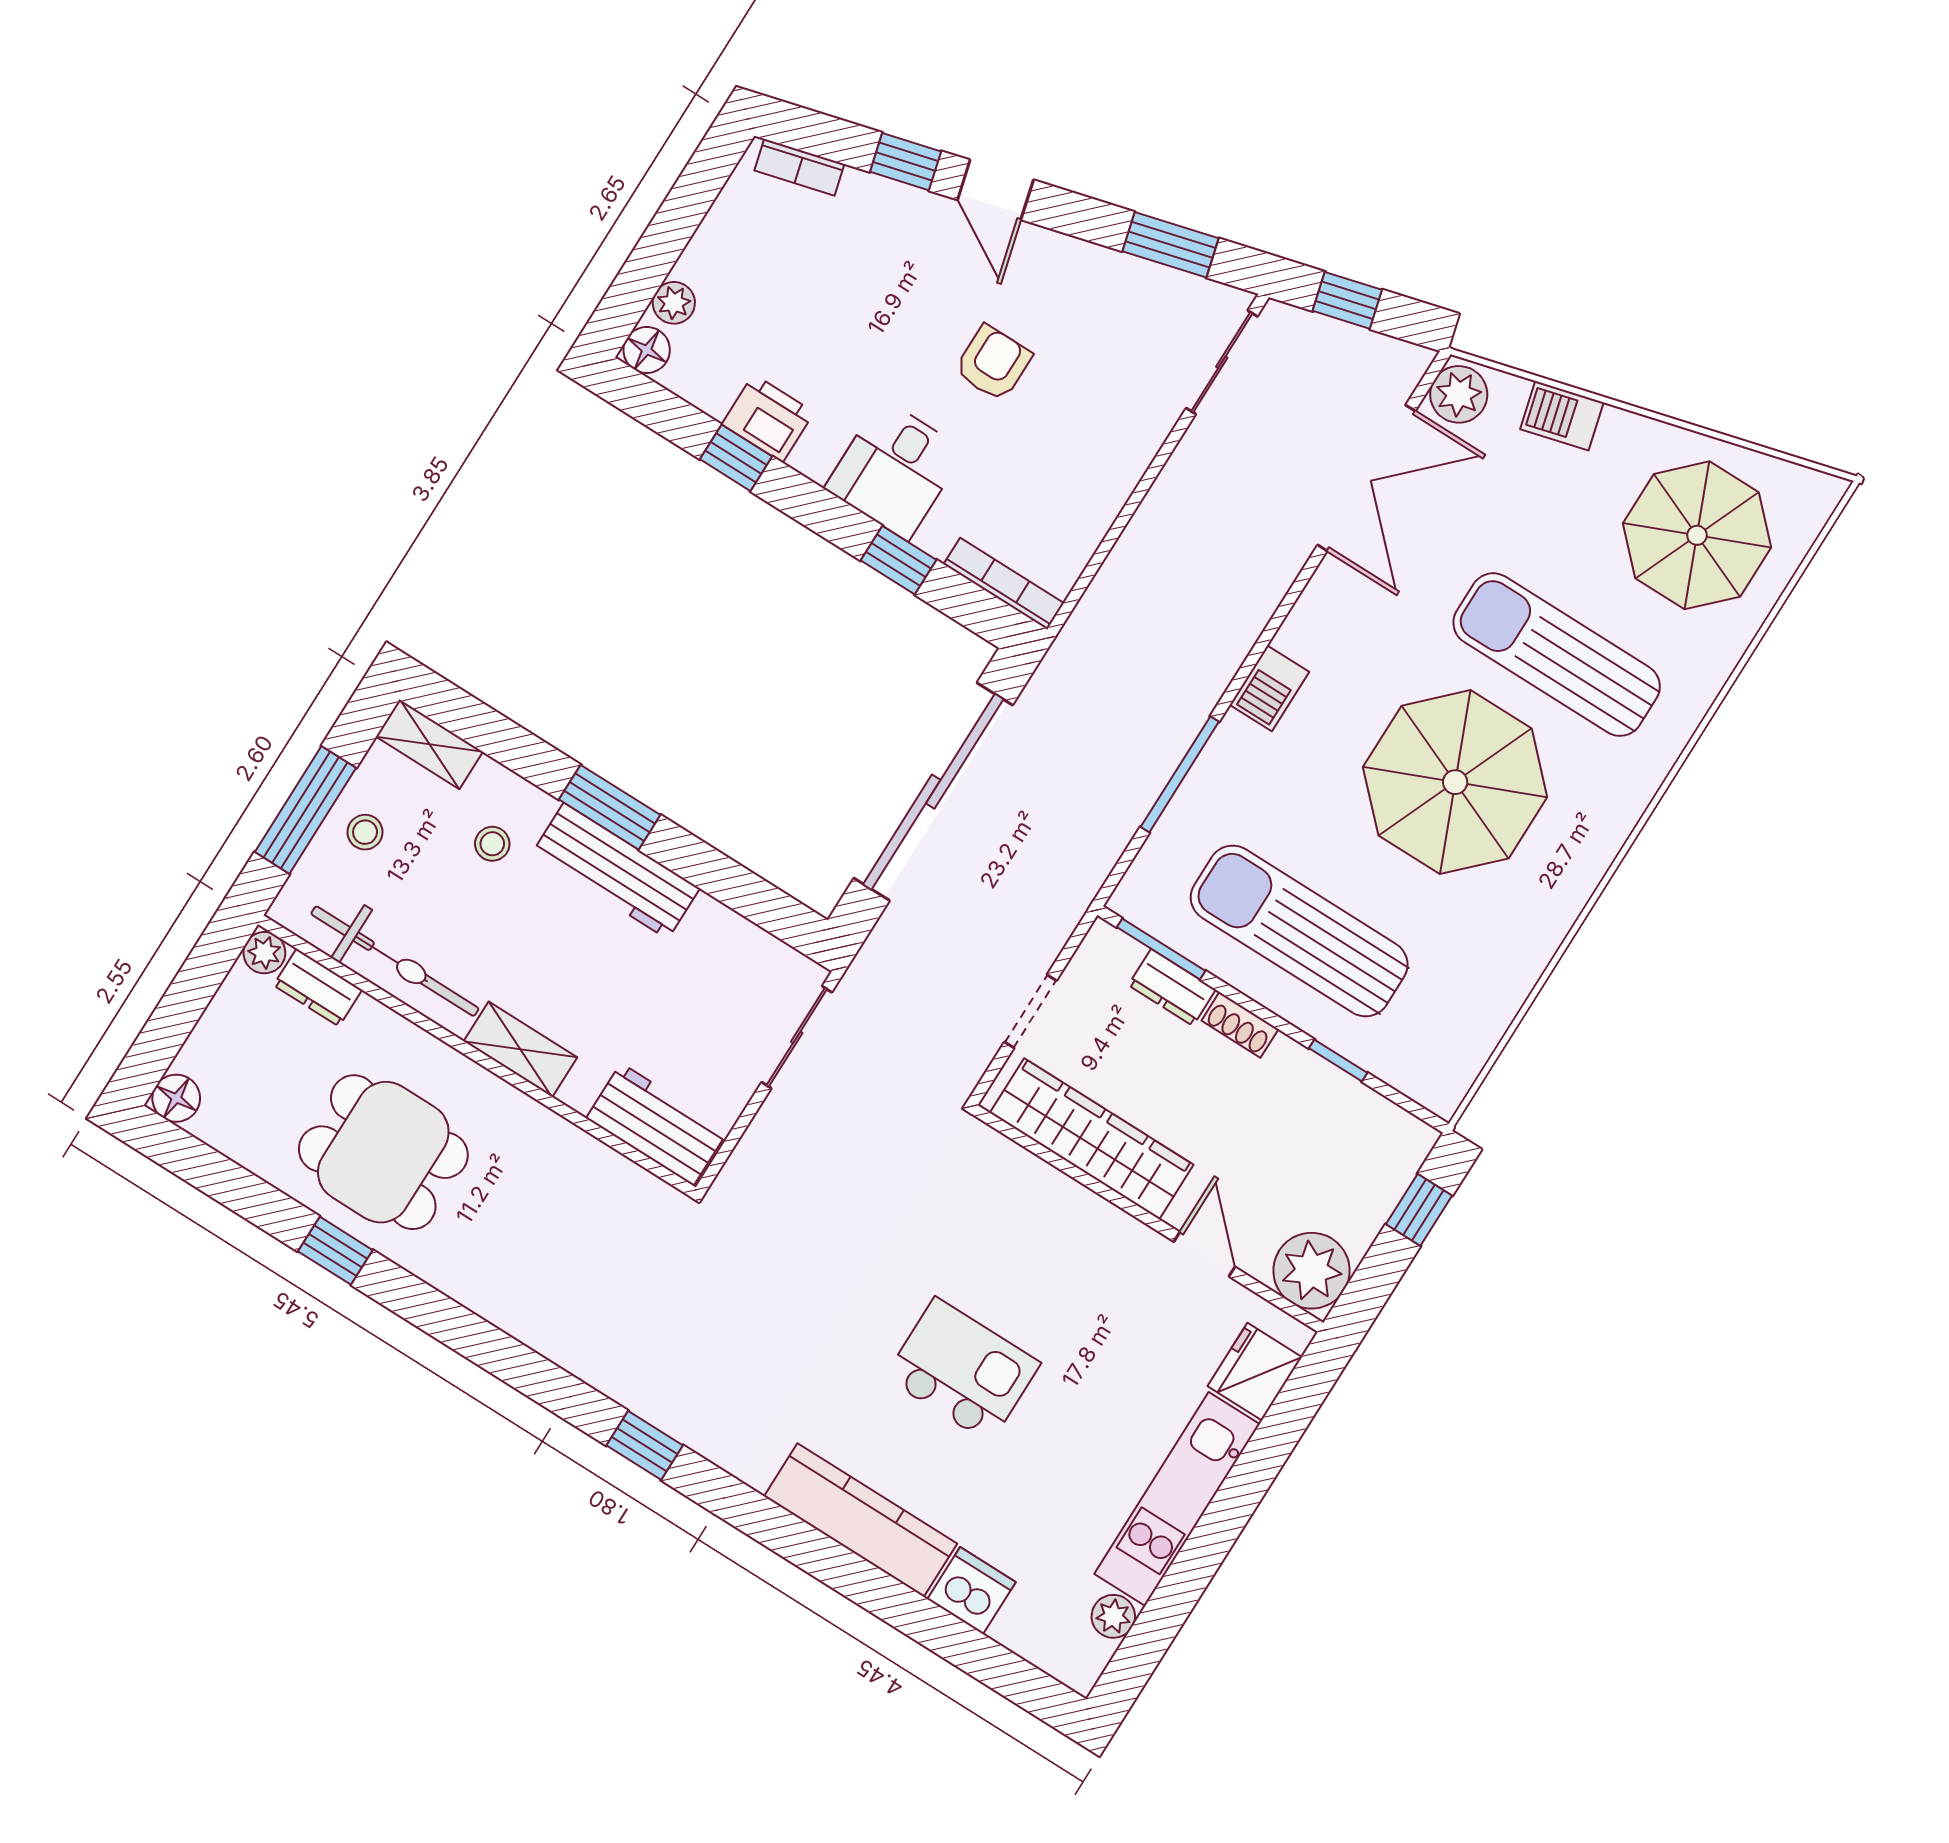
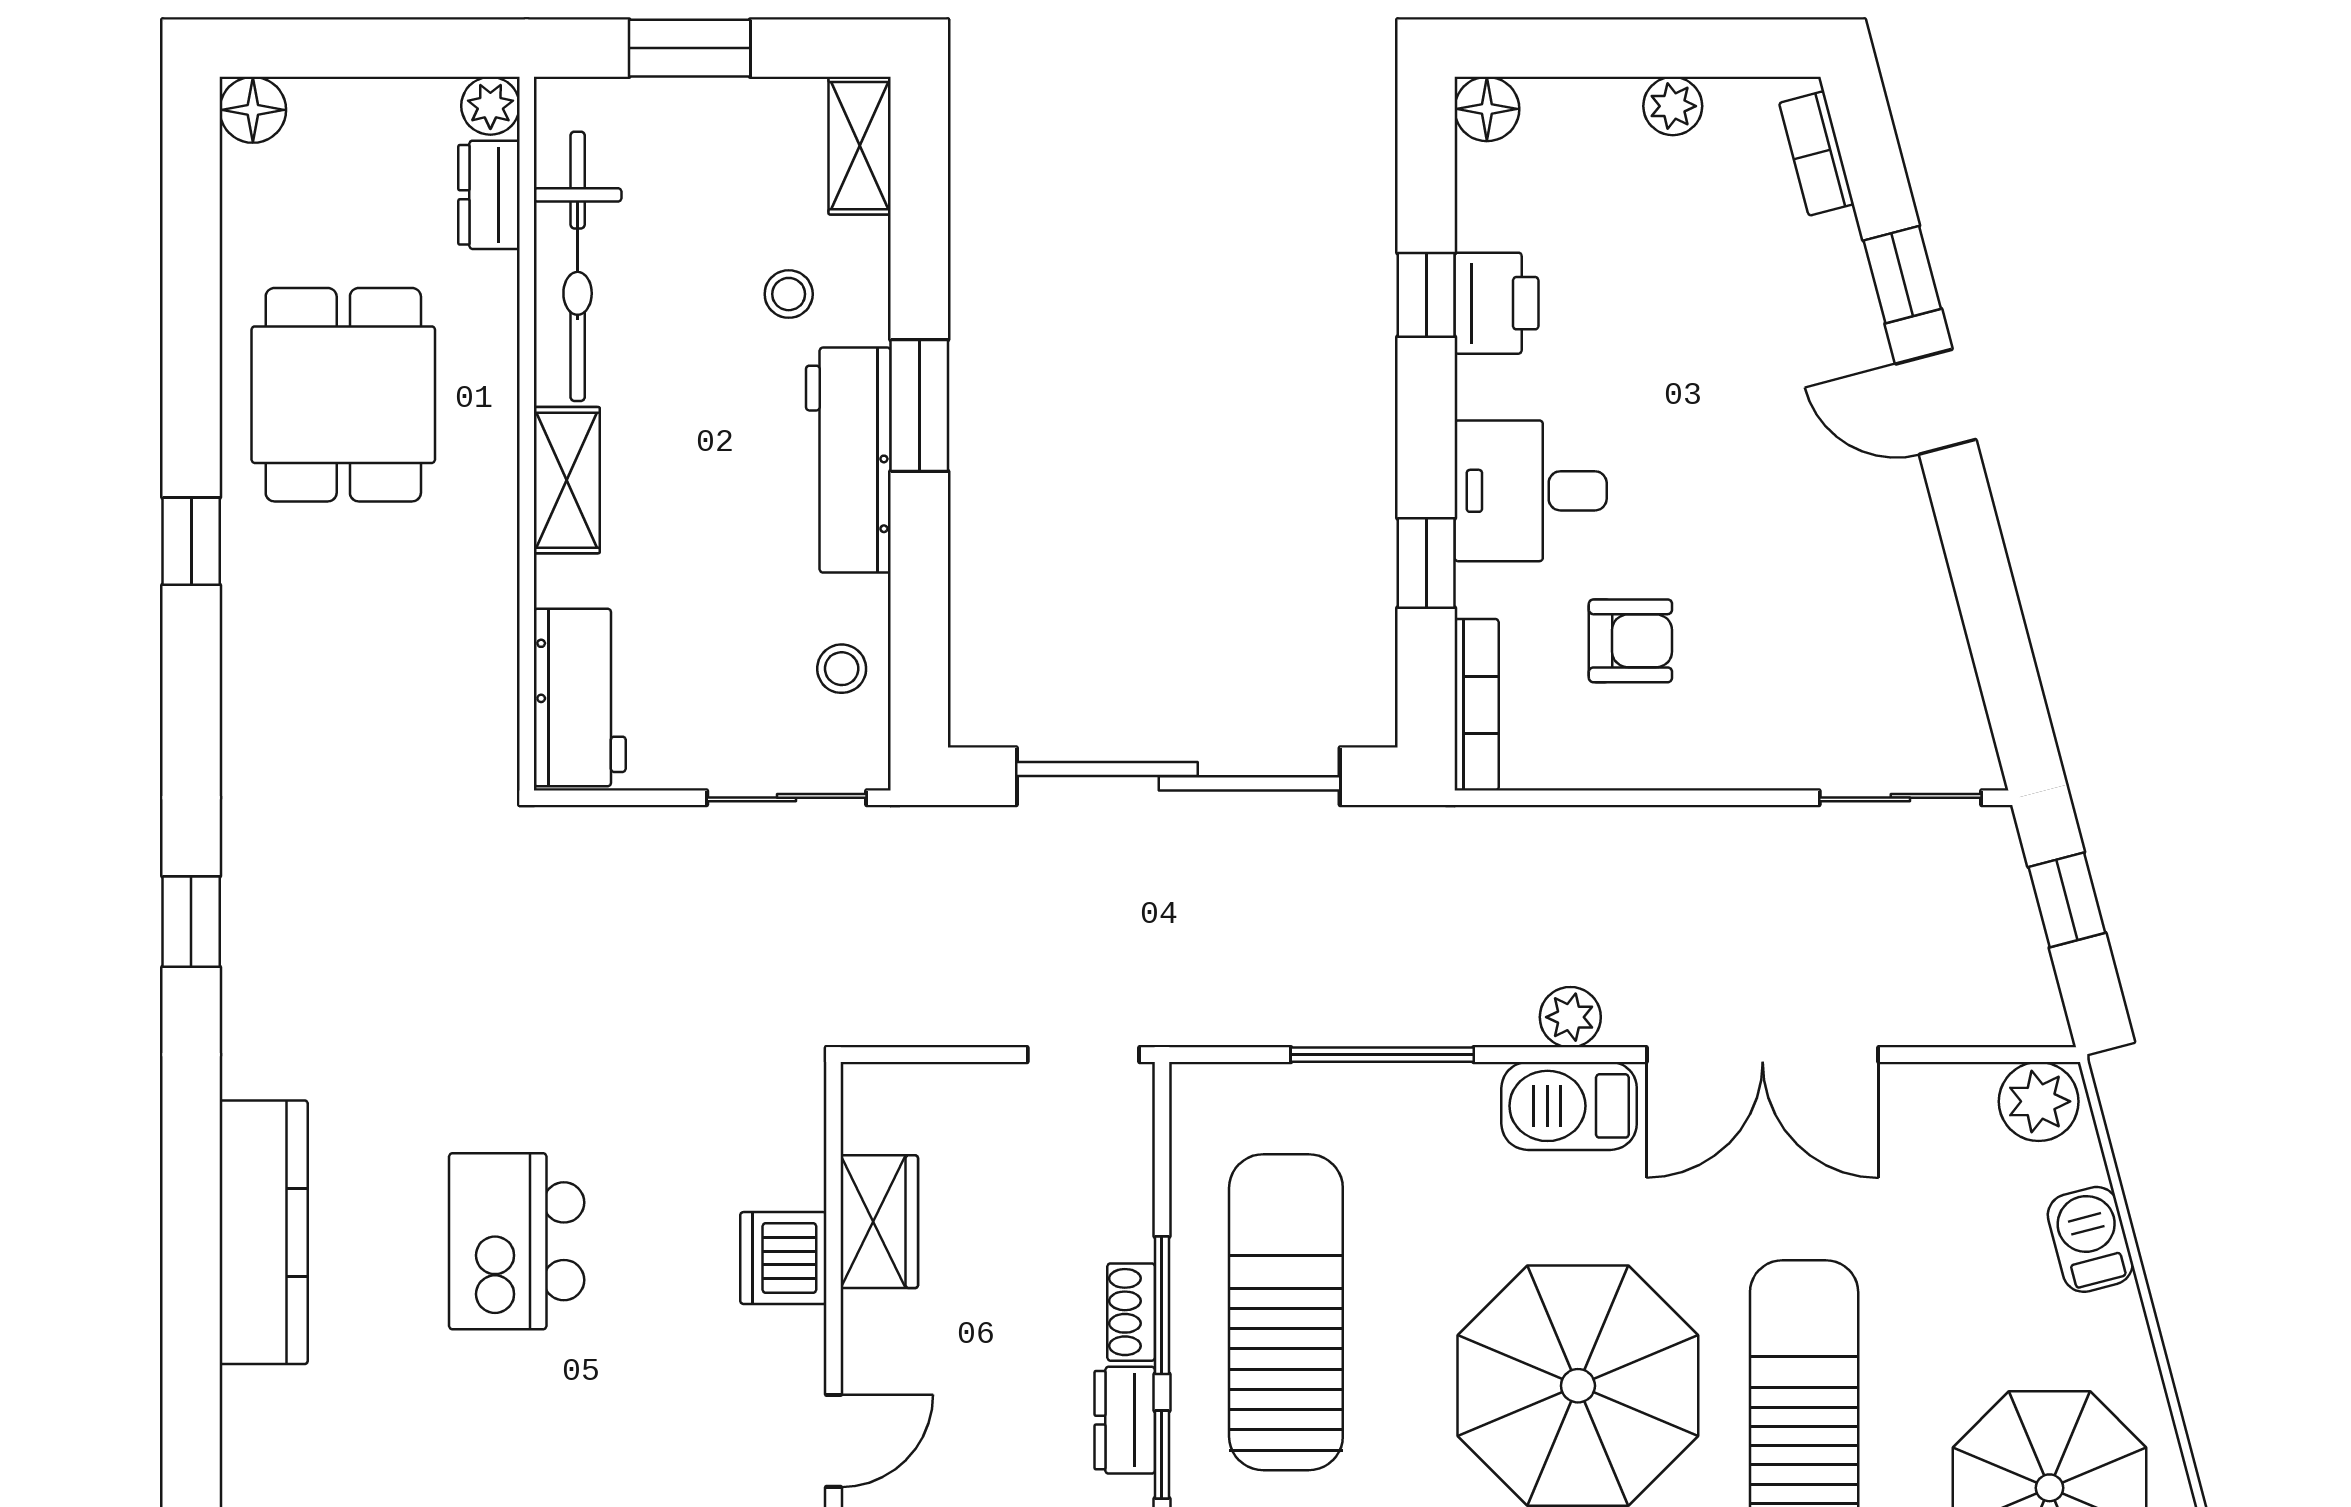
door: (995, 190) -> (1936, 402), hinge flipped
window: (1170, 245) -> (2001, 650), removed
plant: (674, 303) -> (1673, 106), moved
armchair: (993, 363) -> (1630, 641), moved
double door: (1366, 478) -> (1763, 1055), moved
plant: (1229, 646) -> (1570, 1017), added
barbecue: (1269, 688) -> (1569, 1106), width x1.38, depth x1.27
window: (305, 810) -> (690, 48), width x0.69
stool: (365, 832) -> (842, 669), moved
window: (1161, 949) -> (1162, 1305), moved
dresser: (1172, 987) -> (1125, 1420), moved
doorway: (1031, 1011) -> (1083, 1055), moved
wardrobe: (1092, 1139) -> (879, 1222), width x0.48, depth x0.85
window: (335, 1251) -> (191, 541), moved
kitchen island: (963, 1370) -> (517, 1241), turned 180
dishwasher: (972, 1591) -> (783, 1258), moved, turned 180

